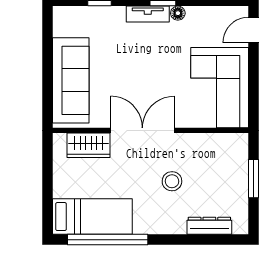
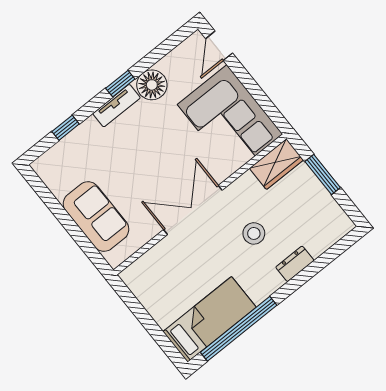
floor lamp: (178, 13) -> (152, 85), width x1.89, depth x1.89
sofa: (71, 80) -> (96, 217), width x0.73
wardrobe: (88, 145) -> (276, 164), moved
dresser: (209, 226) -> (295, 264), moved, width x0.70

